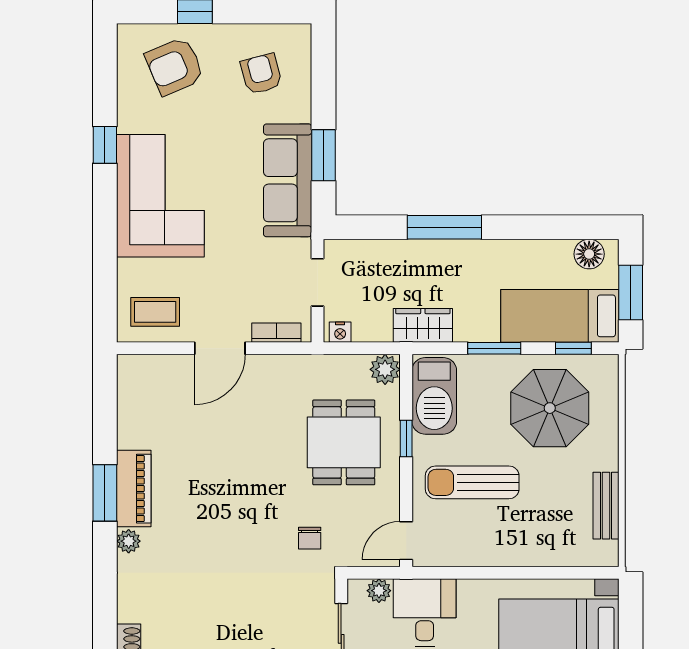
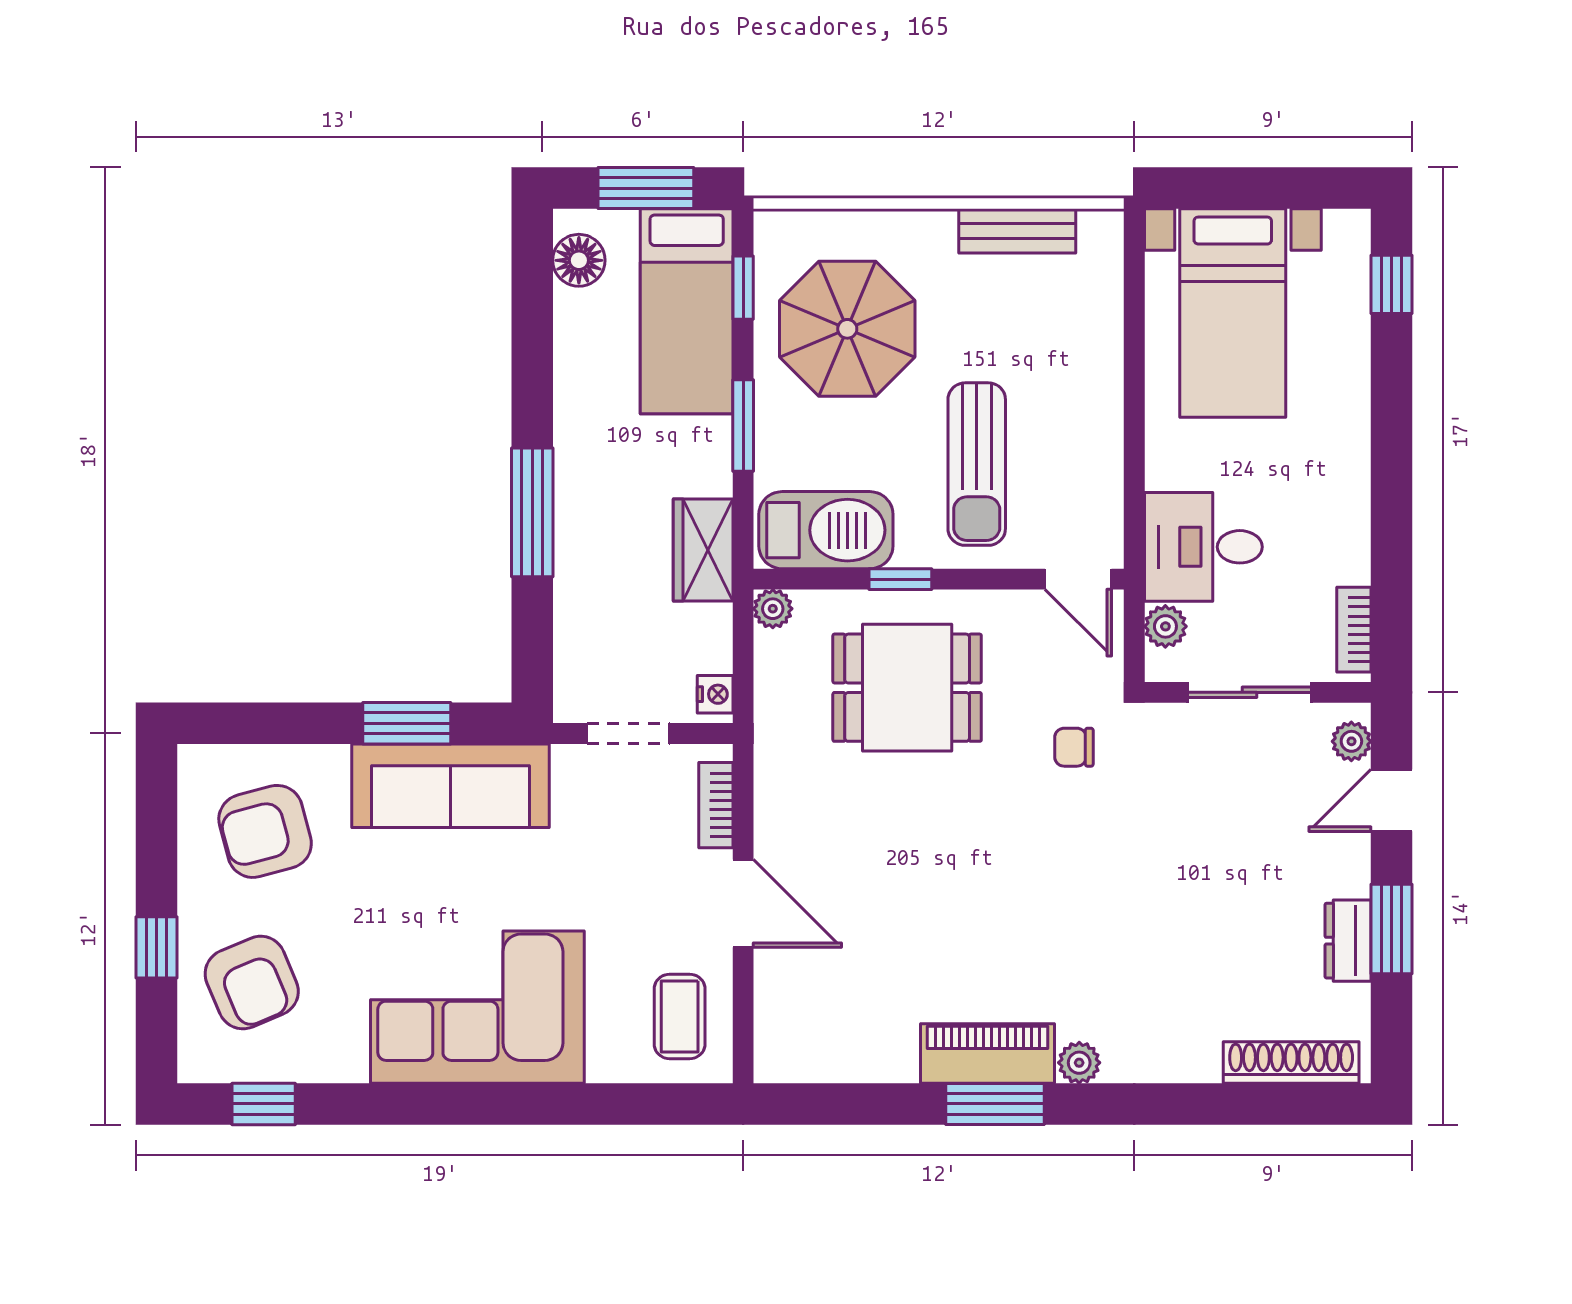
armchair: (261, 74) -> (265, 831), width x1.38, depth x1.38
window: (105, 145) -> (264, 1104), moved
plant: (385, 369) -> (773, 609), width x0.73, depth x0.73
chair: (310, 538) -> (1074, 747), turned 180

